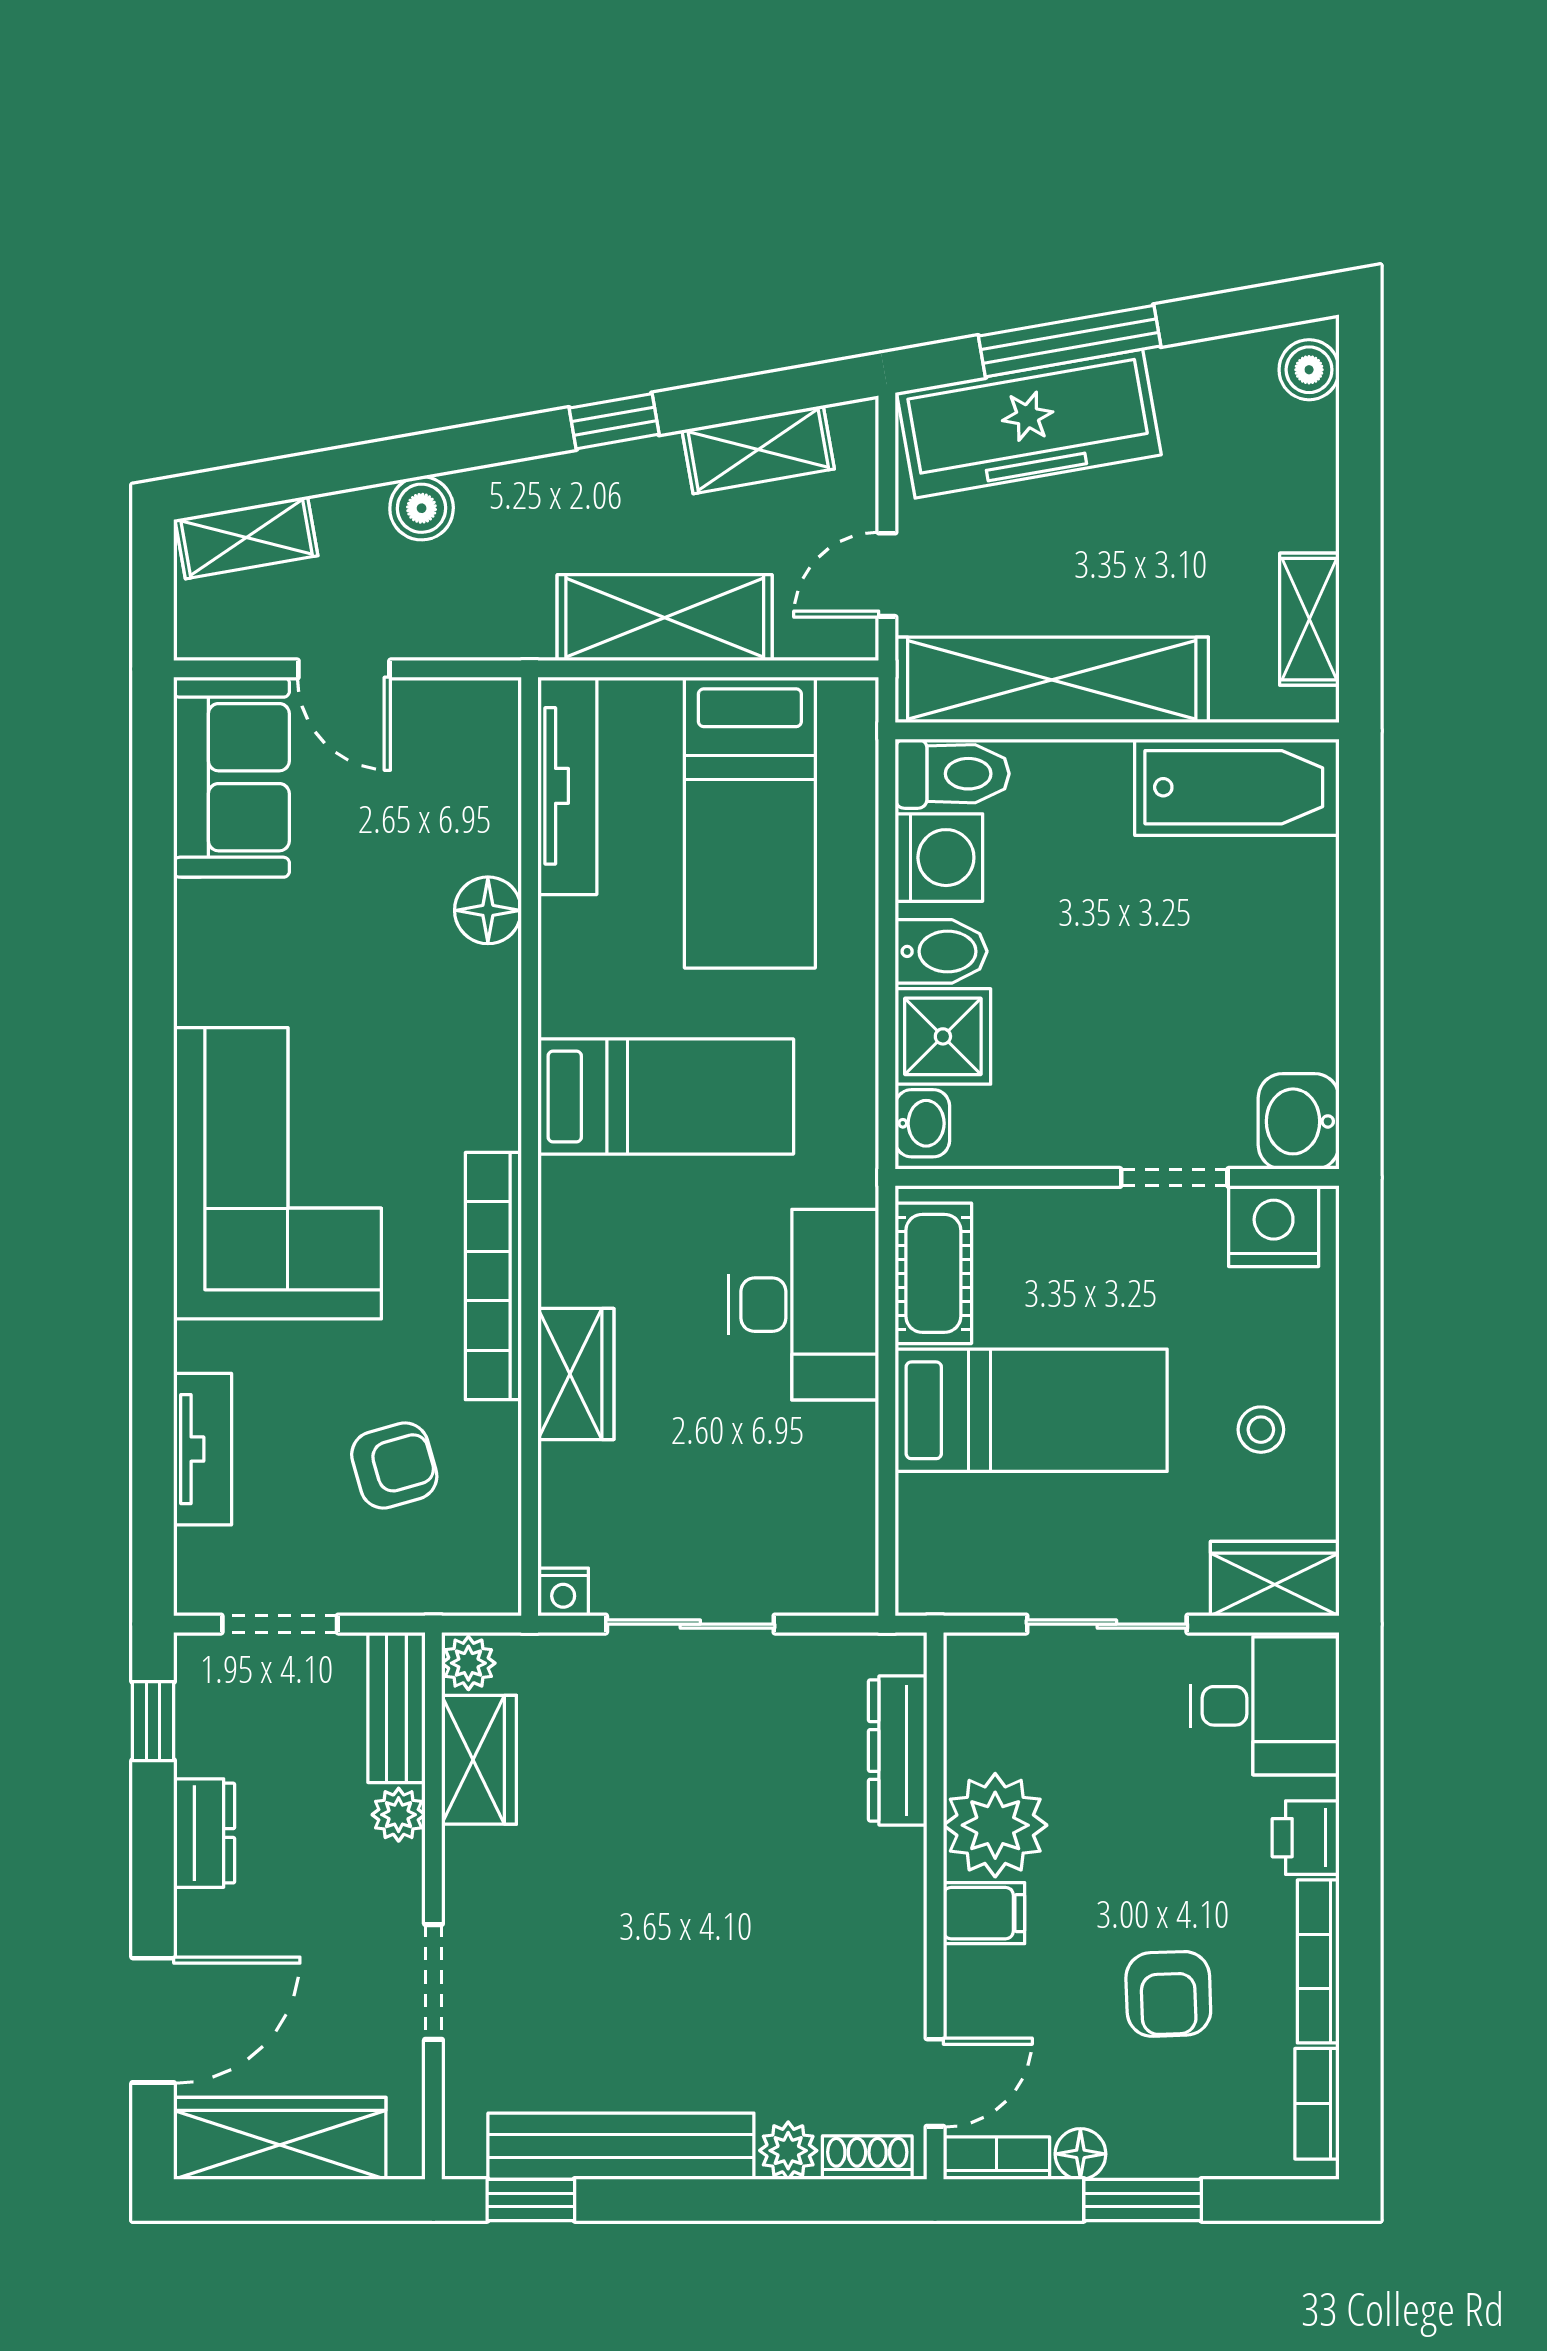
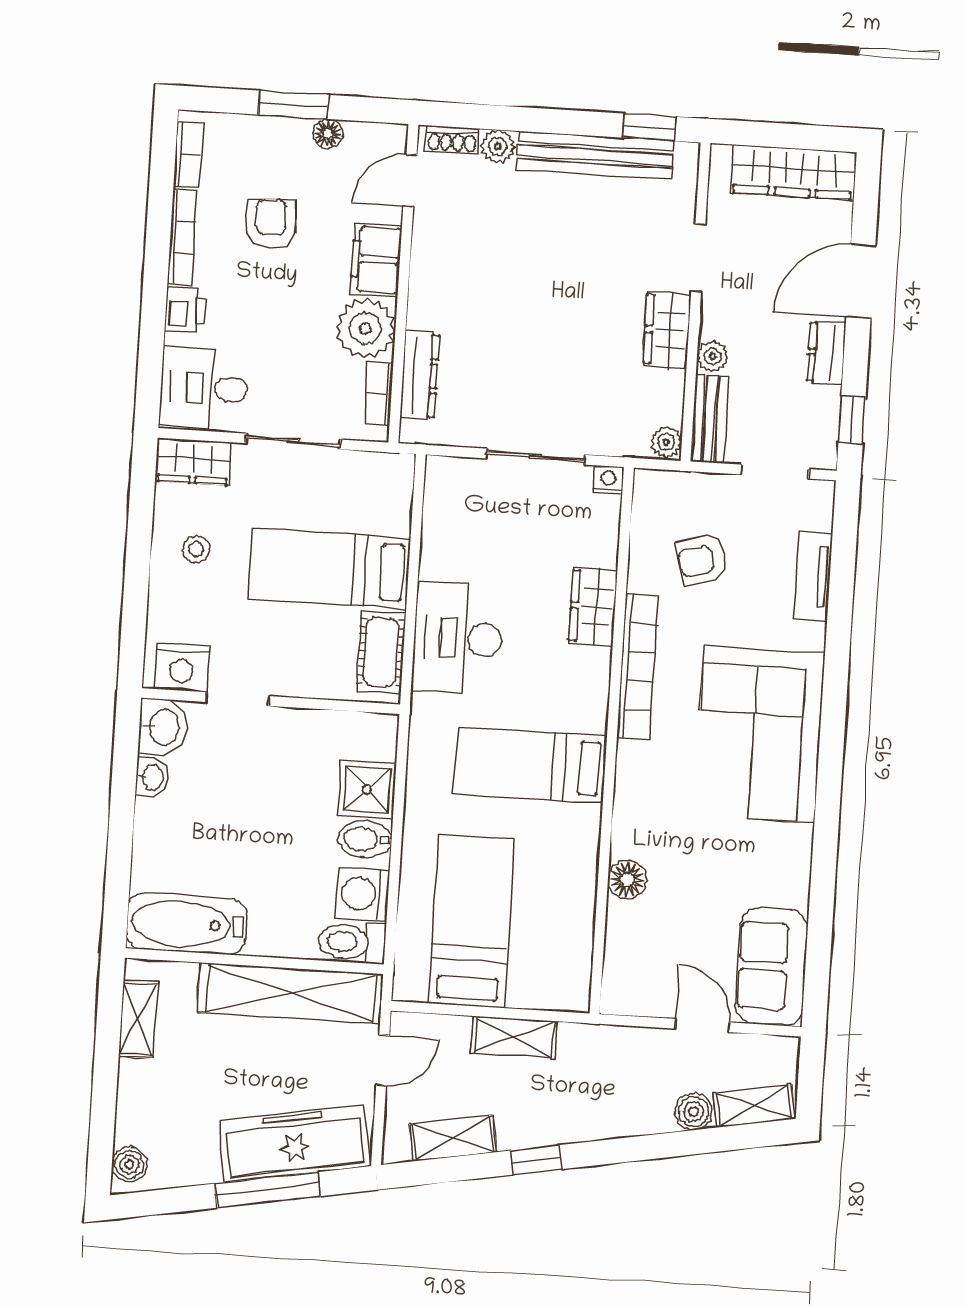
boiler: (422, 508) -> (694, 1112), moved
shelving: (665, 618) -> (514, 1037), width x0.67, depth x0.75
tv unit: (567, 786) -> (577, 949), removed
washbasin: (922, 1123) -> (152, 777), moved, turned 180
wardrobe: (479, 1760) -> (667, 330), moved
filing cabinet: (984, 1913) -> (376, 260), width x2.00
door: (153, 2020) -> (861, 281), moved
bookcase: (996, 2158) -> (379, 394), moved, turned 90

